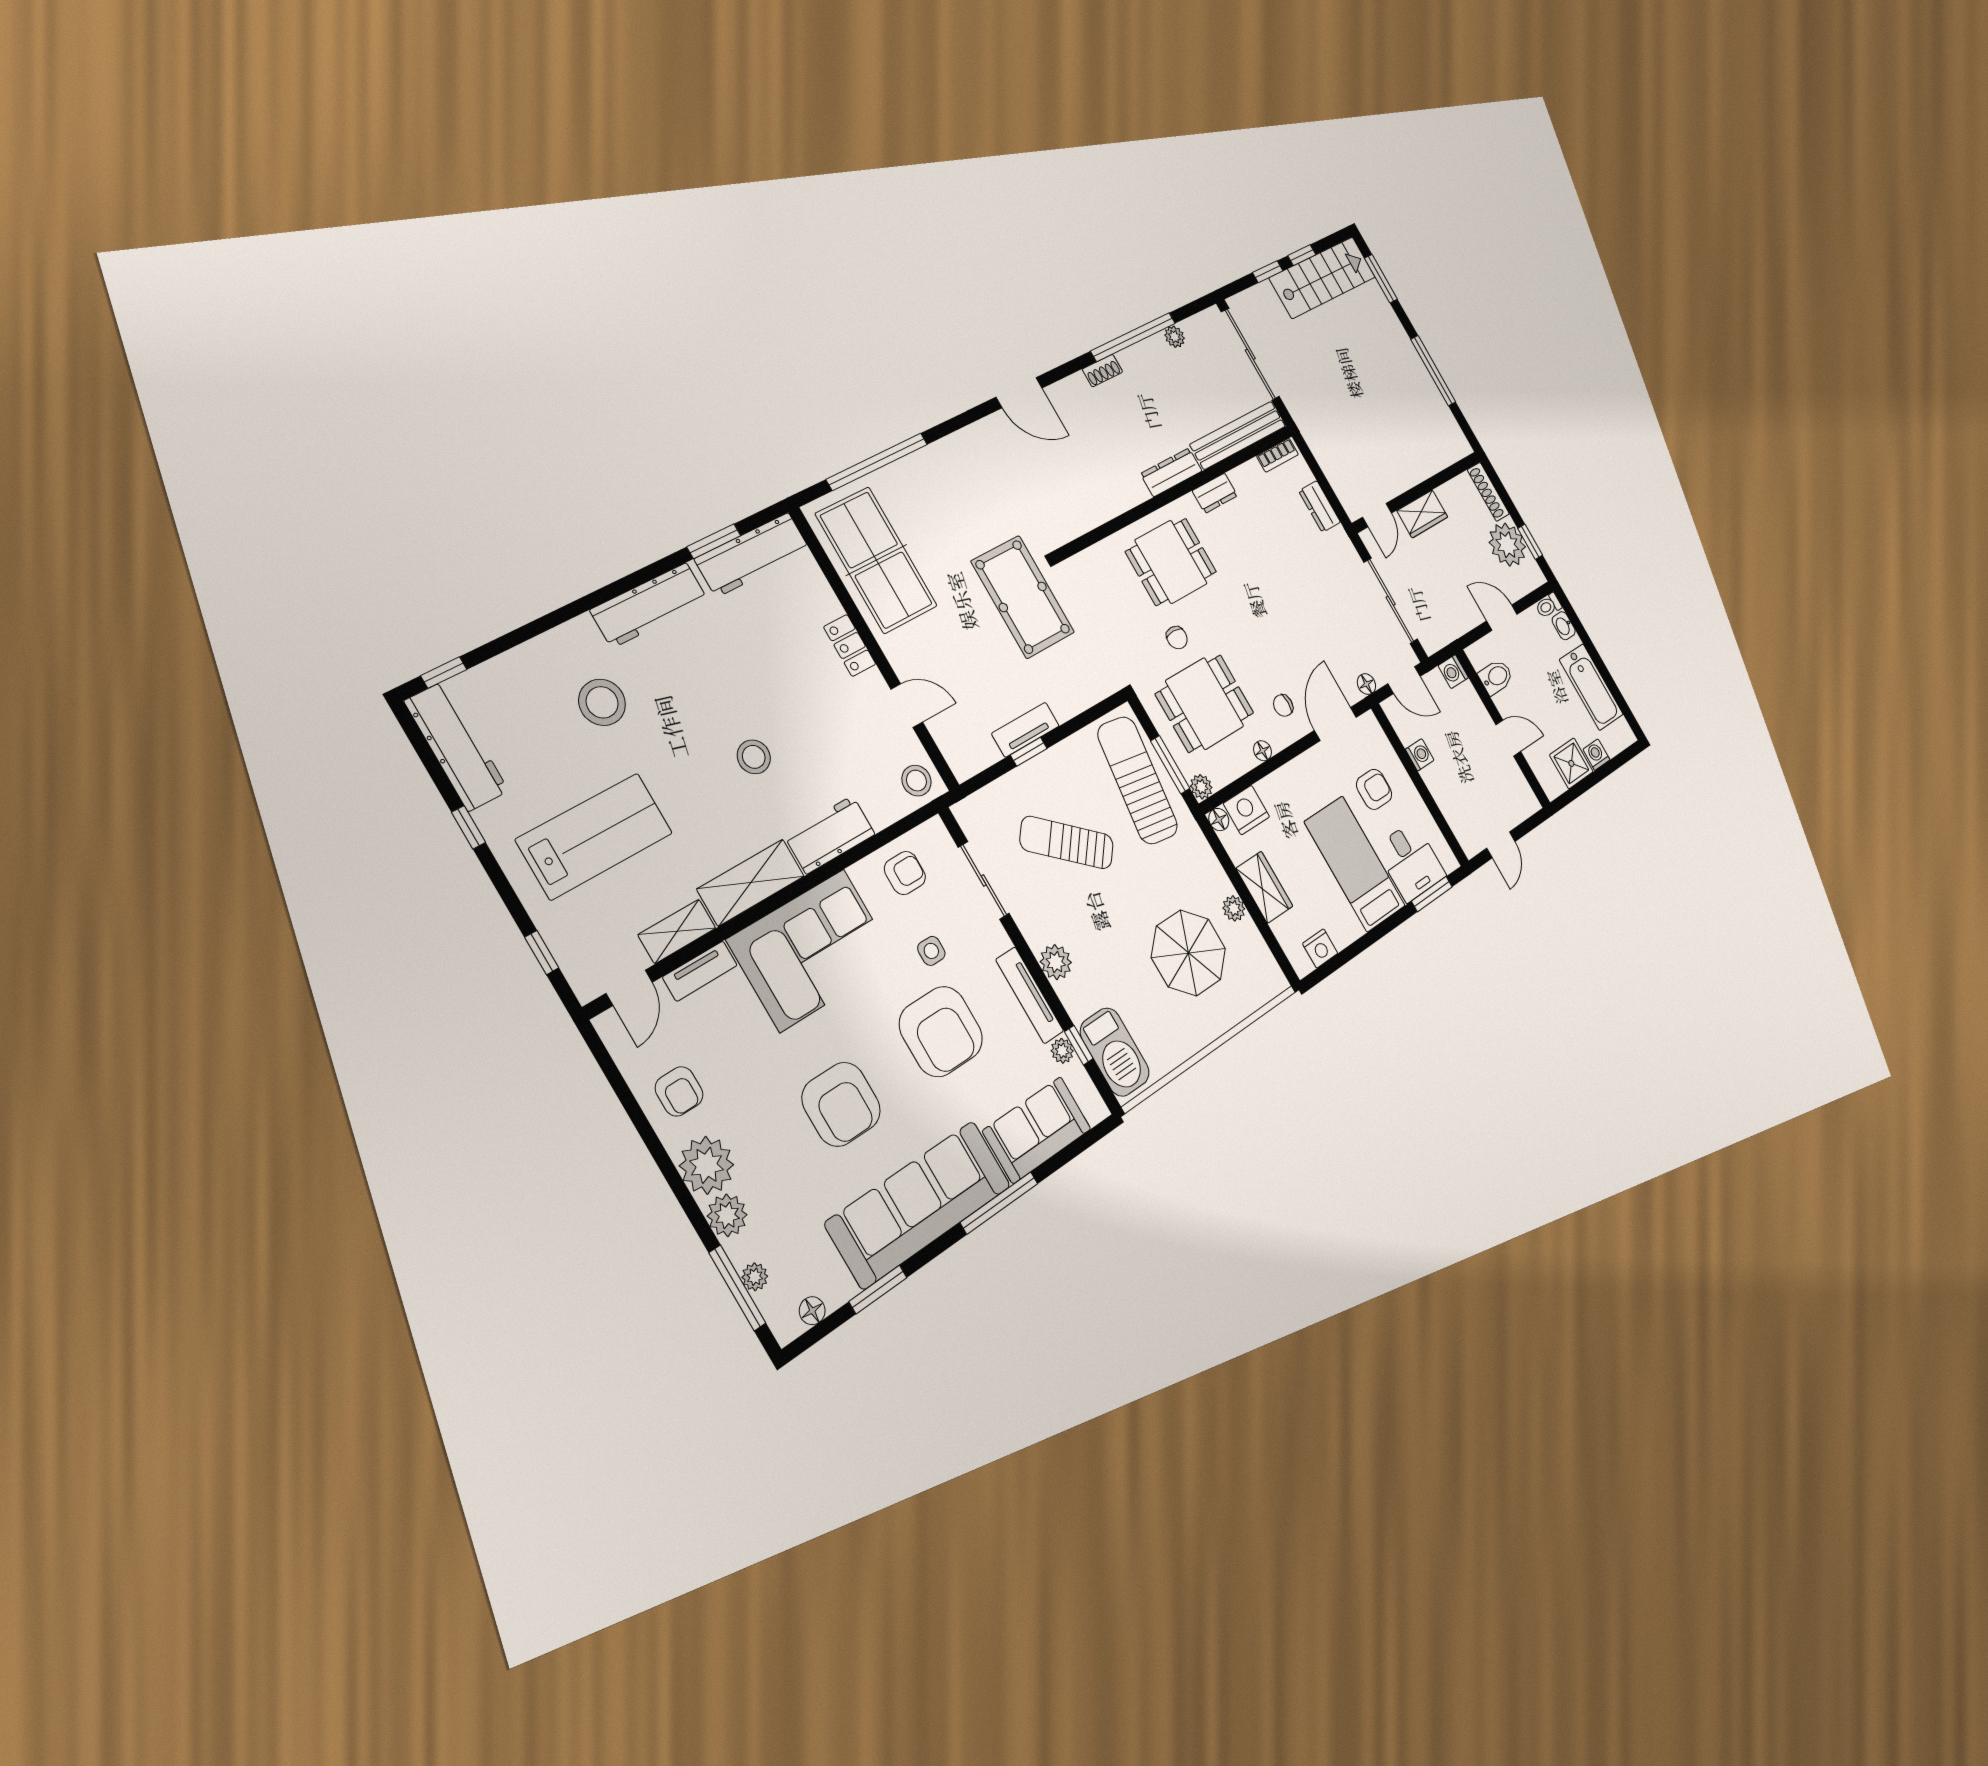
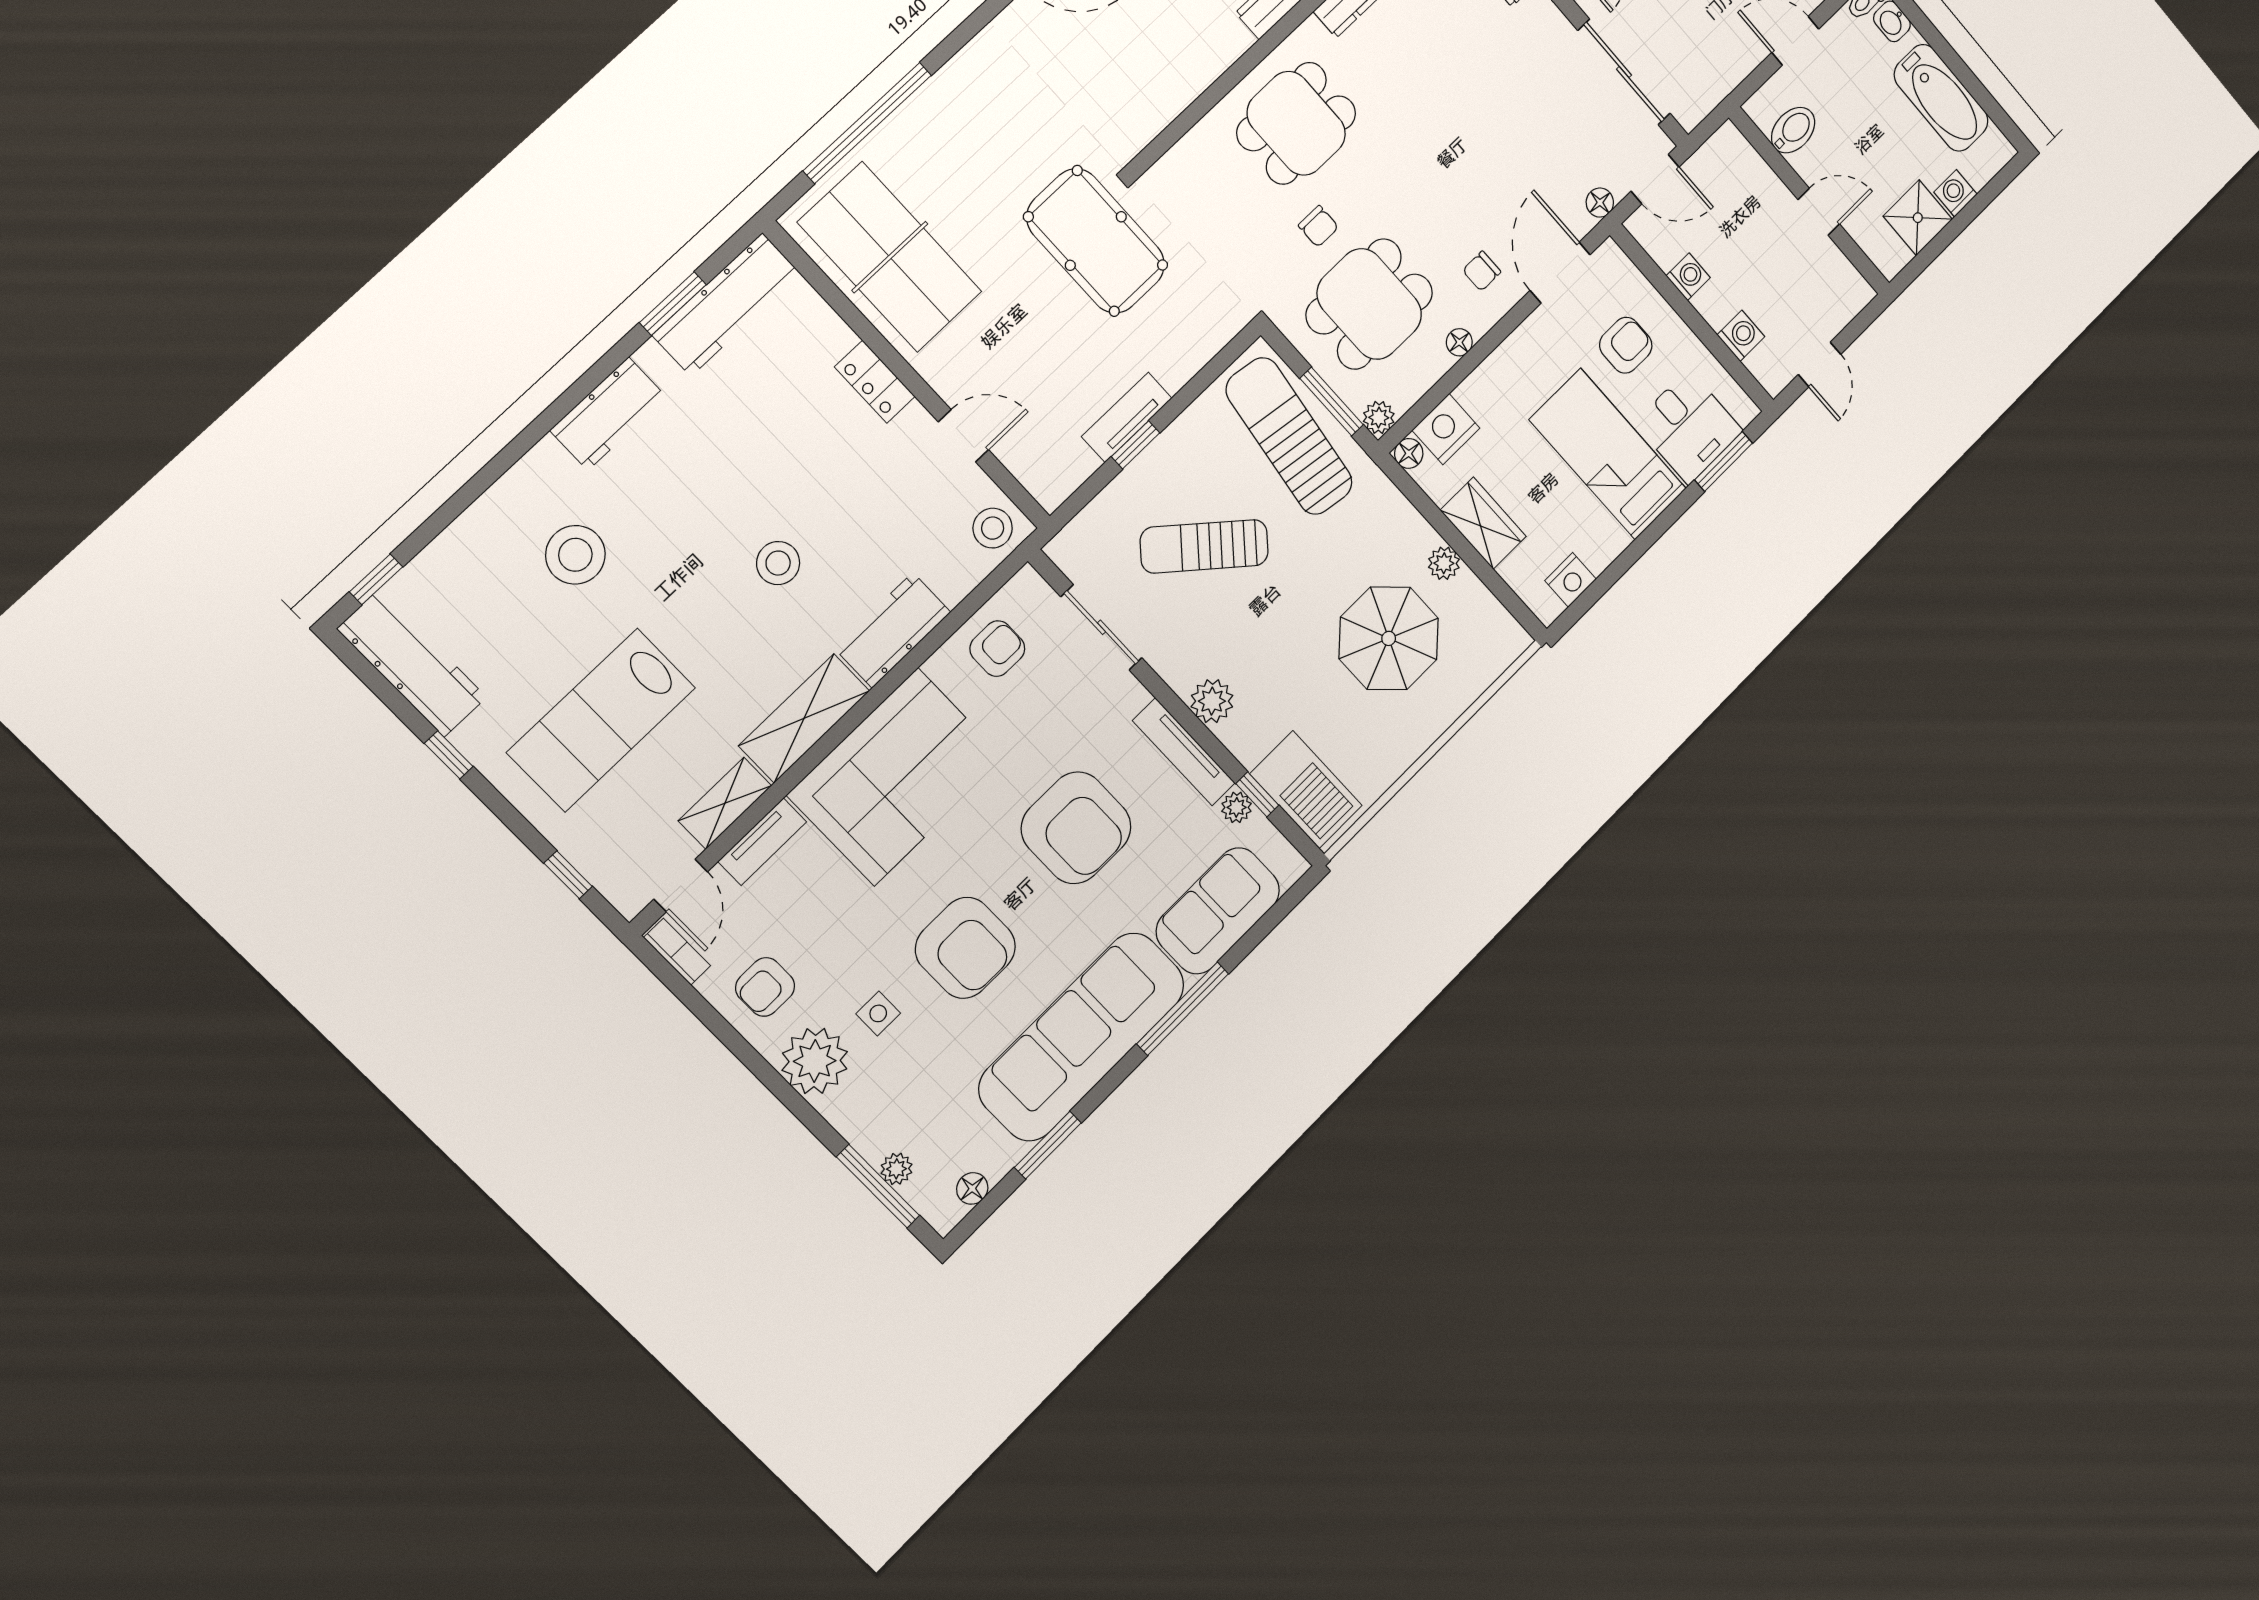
workbench: (649, 605) -> (608, 414), width x0.73
washing machine: (1453, 672) -> (1741, 336), moved, turned 180
lab bench: (595, 836) -> (601, 720), turned 180
side table: (931, 951) -> (878, 1013), moved
bookcase: (615, 1042) -> (677, 952), added
armchair: (679, 1091) -> (765, 987), turned 90
plant: (727, 1215) -> (850, 1110), removed

